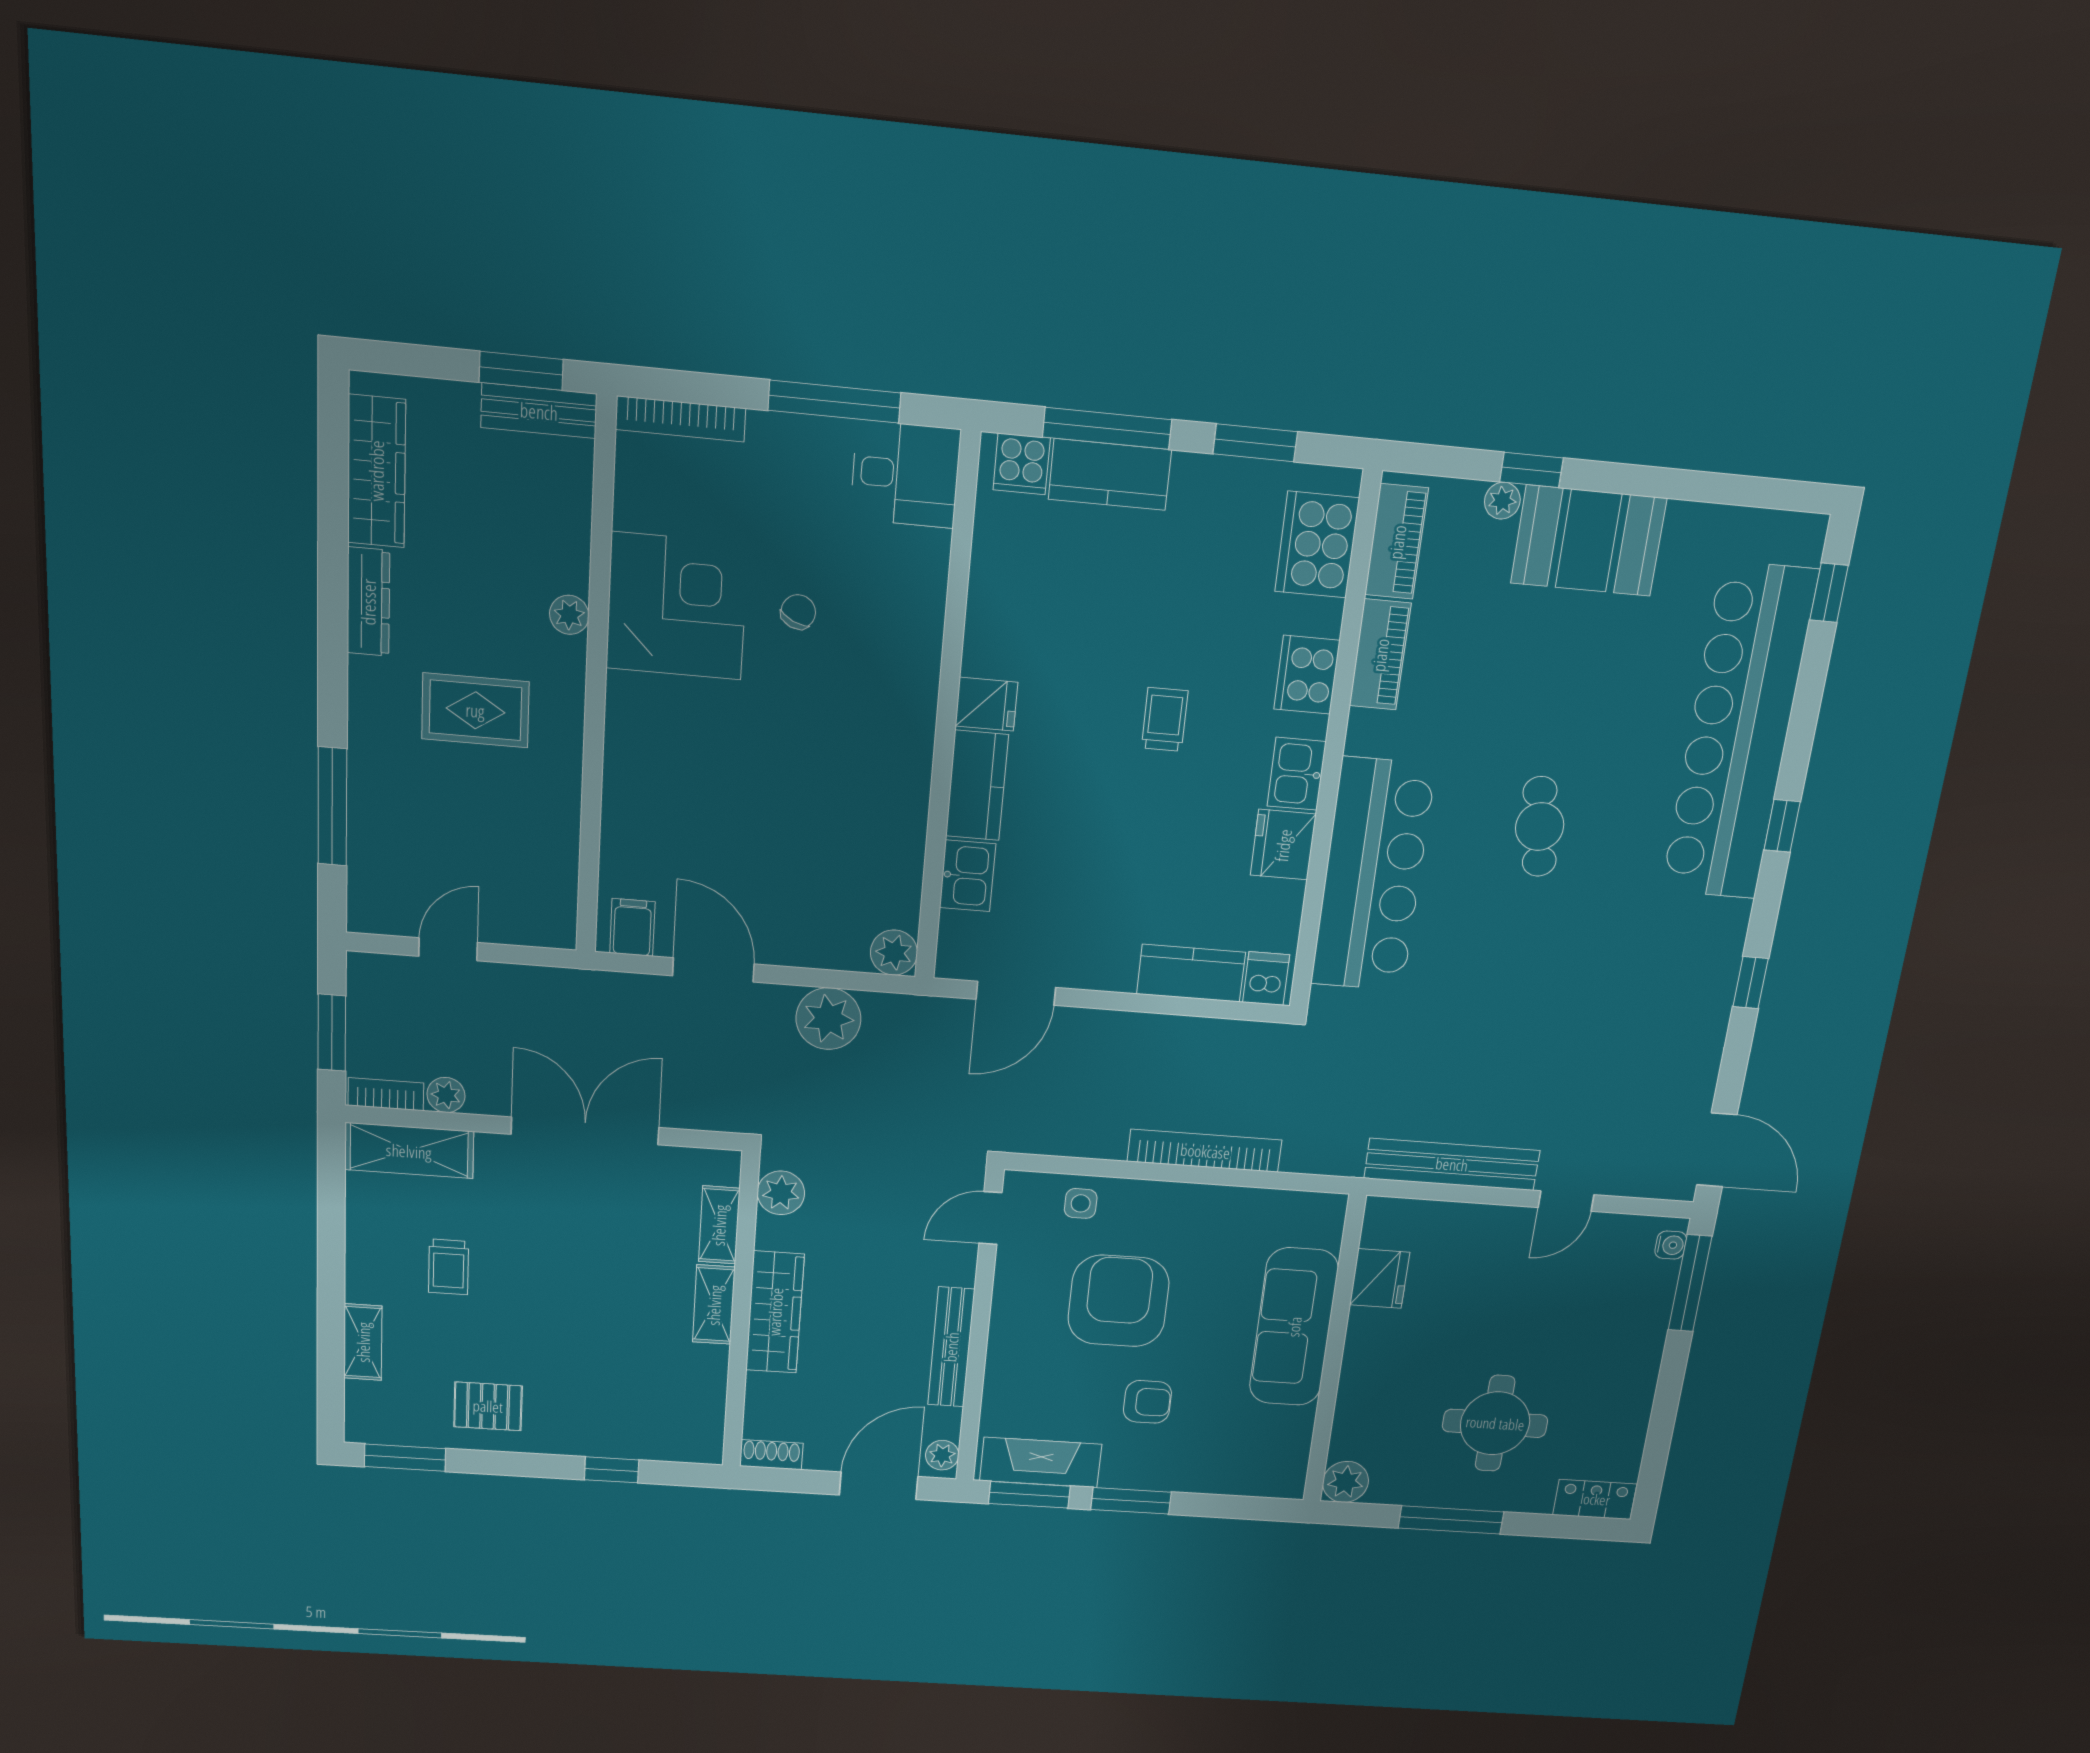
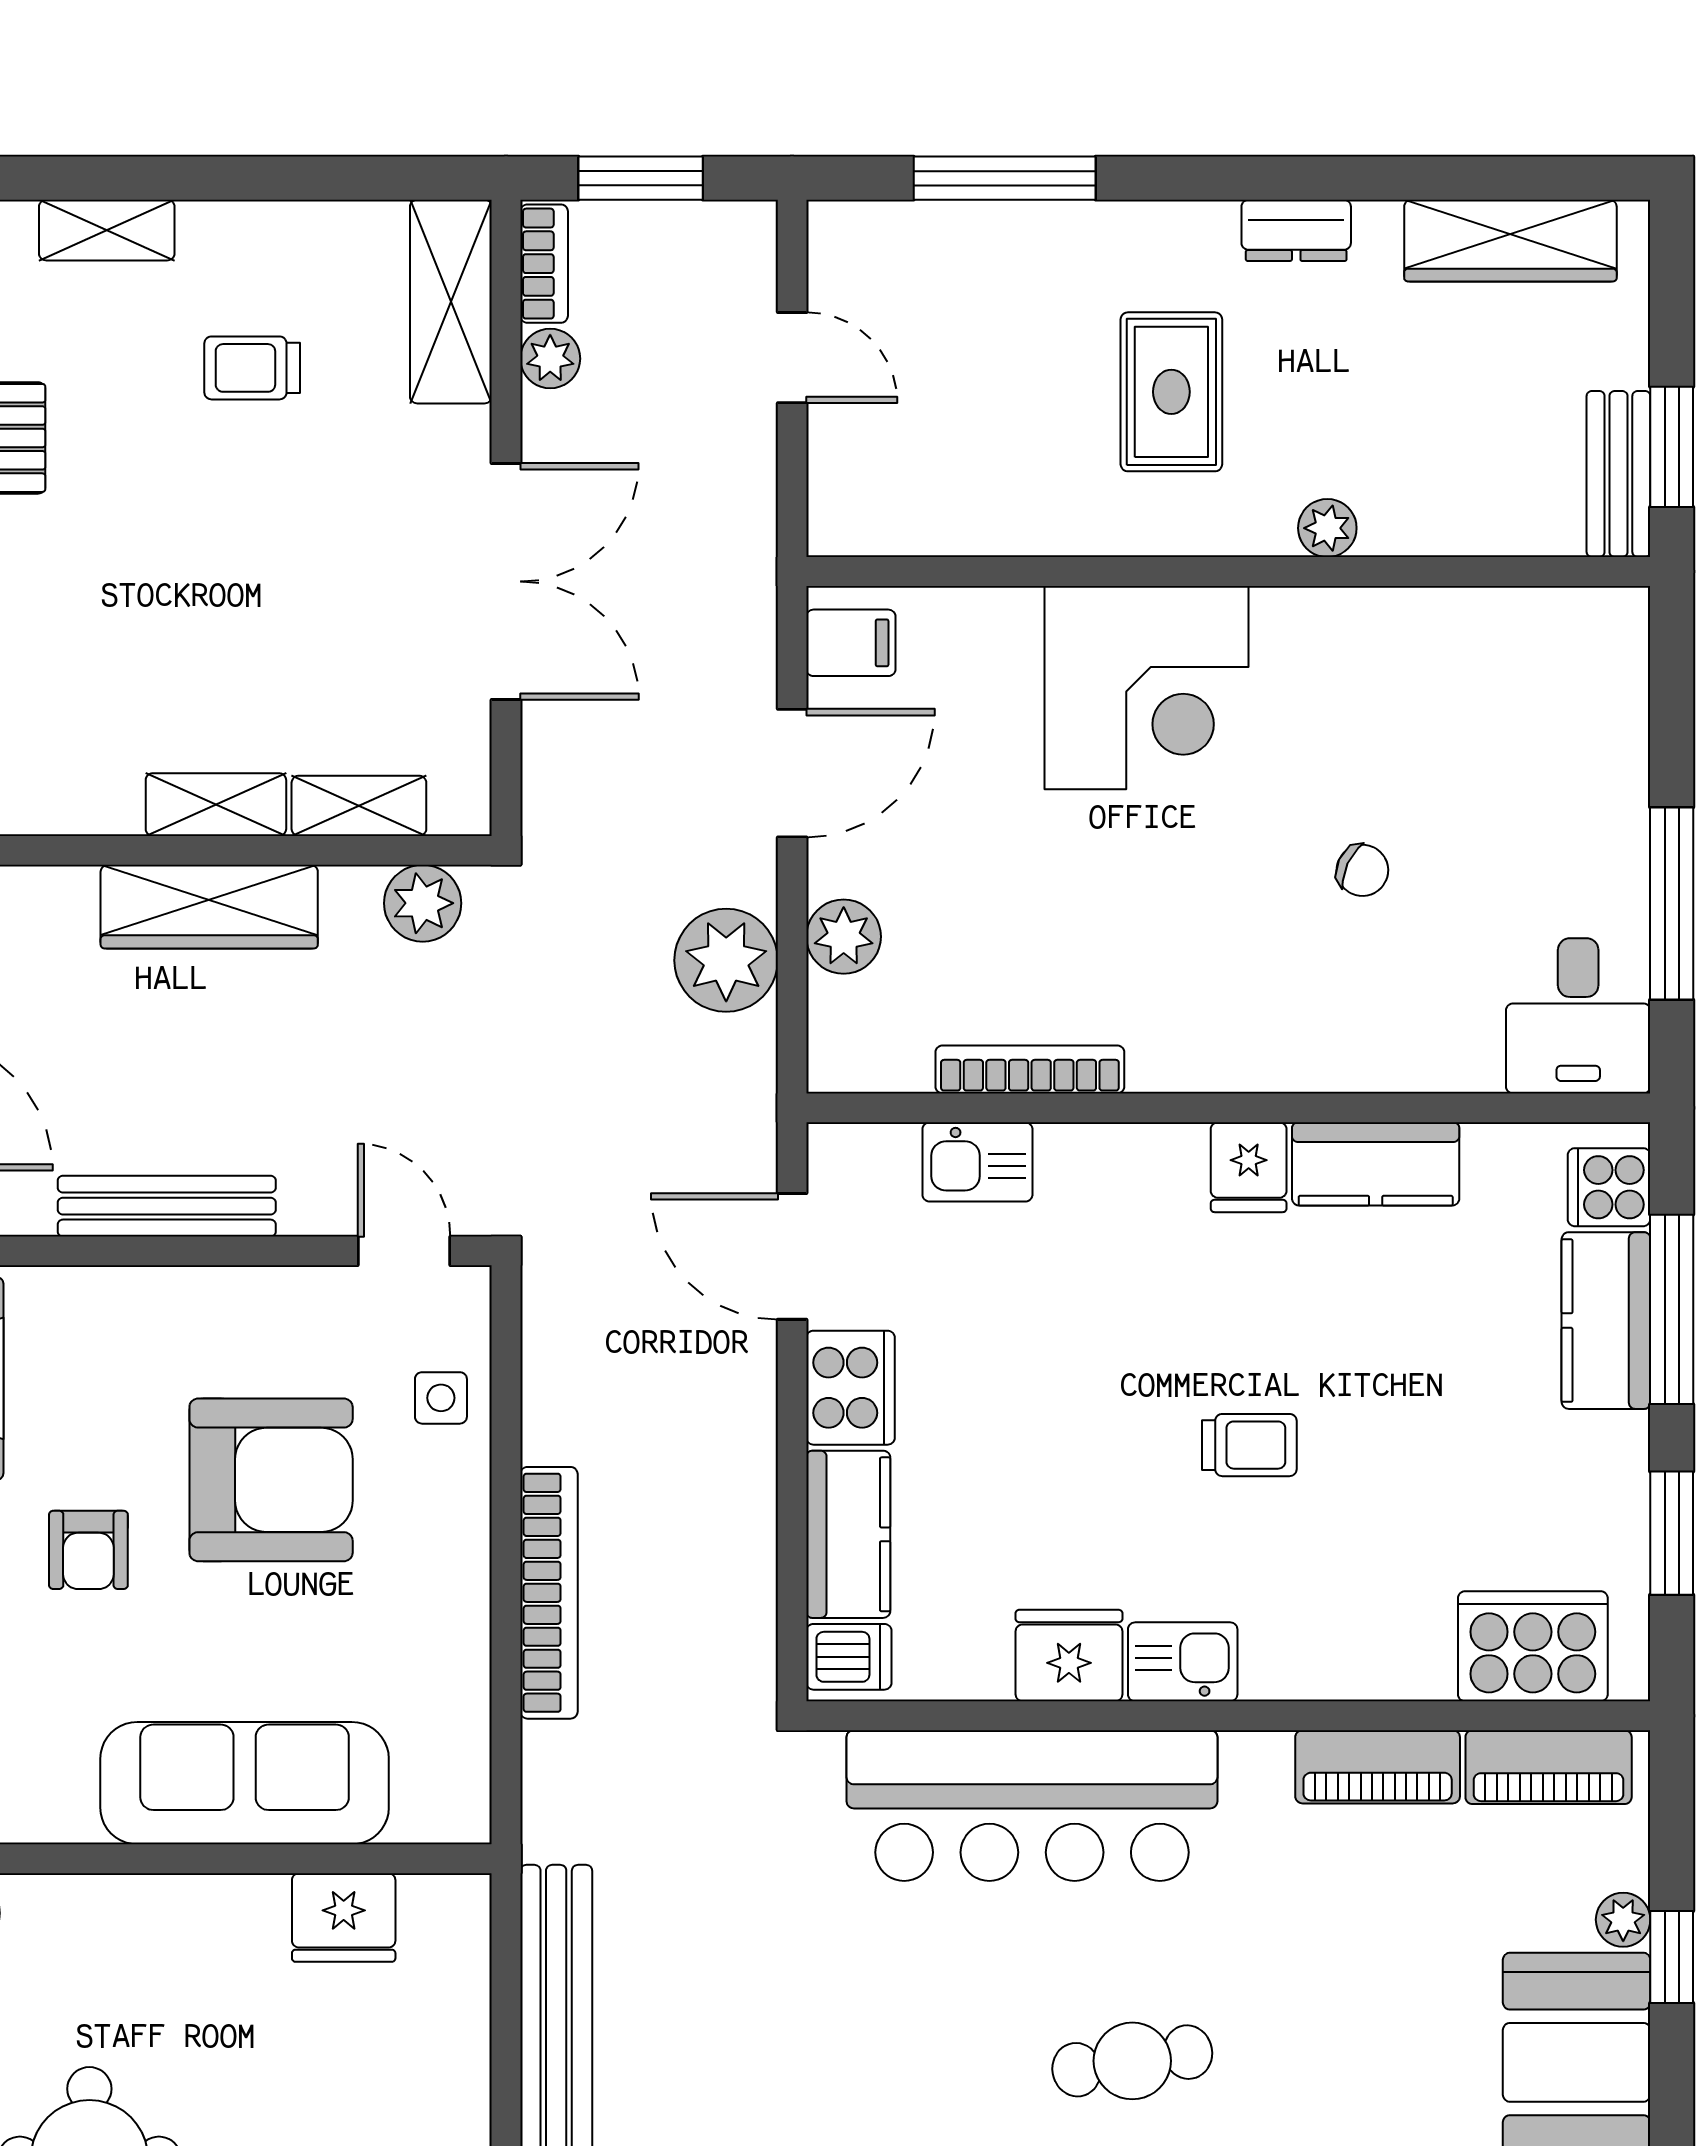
bookcase: (681, 419) -> (1030, 1069), moved, turned 90
dresser: (368, 602) -> (1296, 230), width x0.70
corner desk: (677, 606) -> (1147, 688), moved
cooker: (1307, 675) -> (851, 1388), moved, turned 90
kitchen counter: (977, 785) -> (1376, 1164), moved
plant: (894, 953) -> (844, 937), moved

